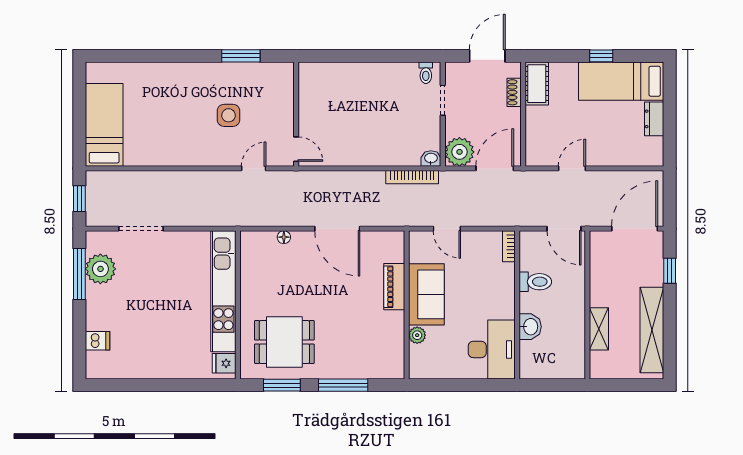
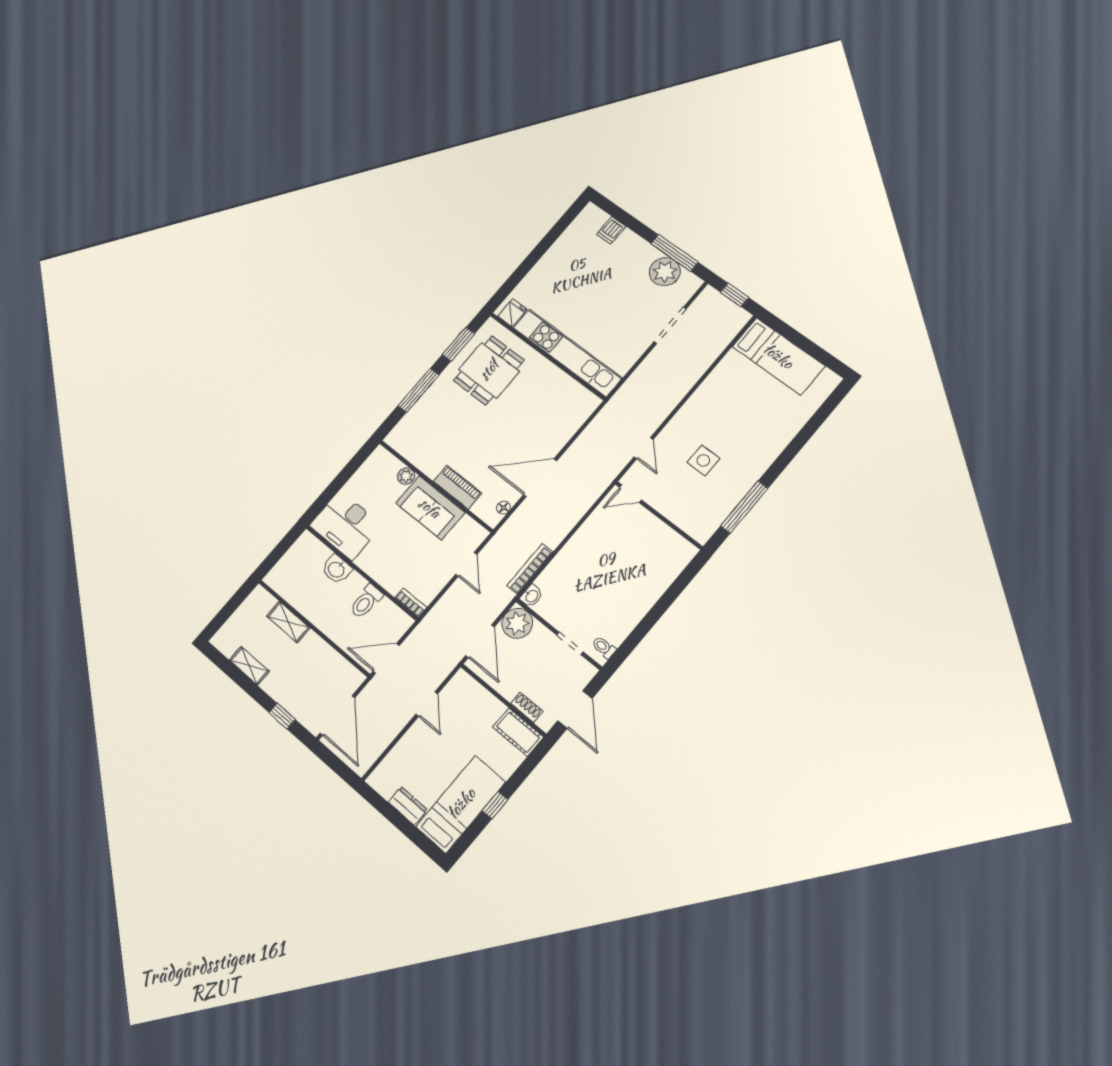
window: (241, 56) -> (744, 507), width x1.44
door: (447, 229) -> (466, 564), swing flipped
floor lamp: (284, 237) -> (504, 508), moved
shelving: (652, 330) -> (249, 666), width x0.45, depth x0.75

